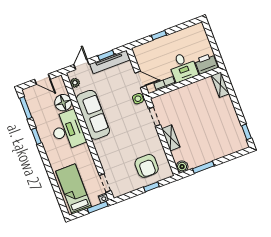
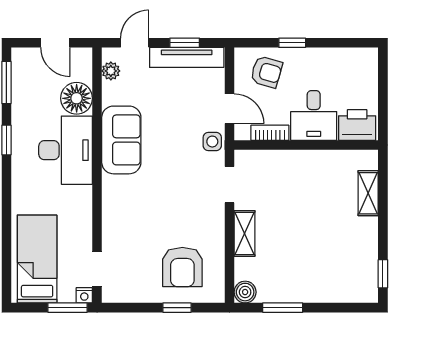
armchair: (152, 54) -> (266, 72), added
shelving: (220, 85) -> (368, 193), moved
sofa: (93, 115) -> (121, 140), width x0.73

